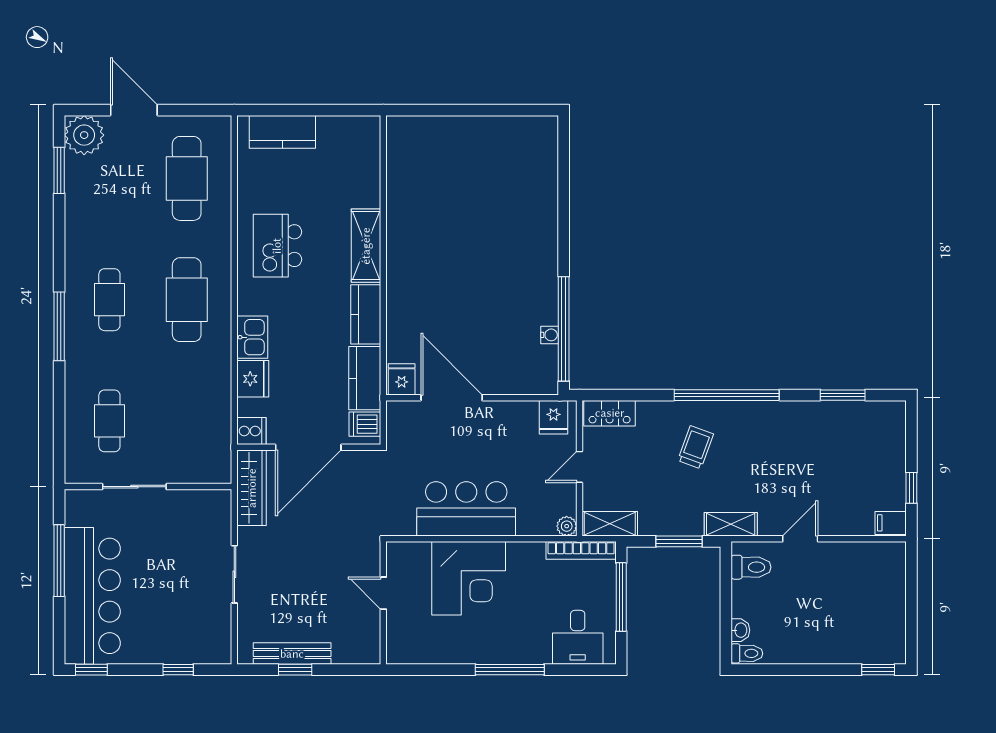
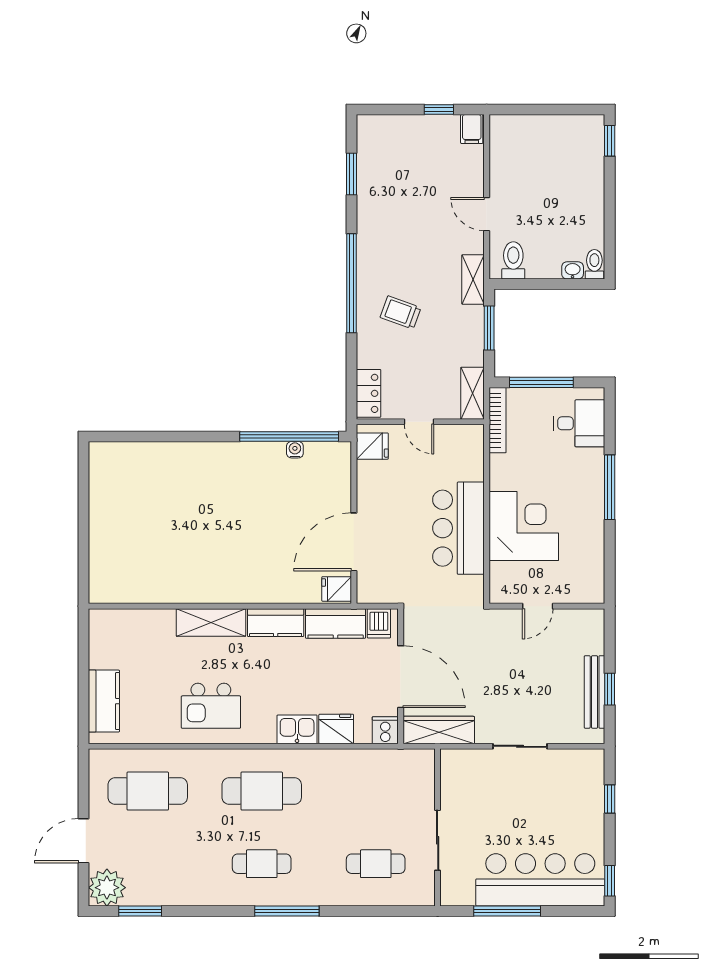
plant: (567, 526) -> (475, 434), removed

